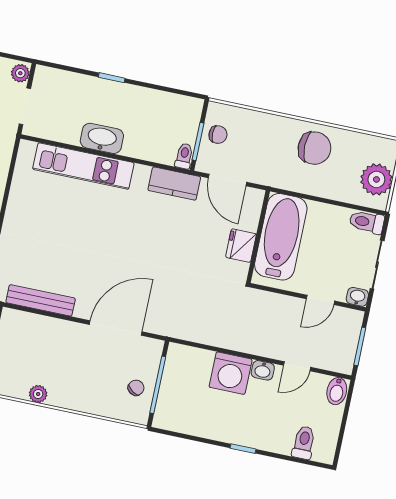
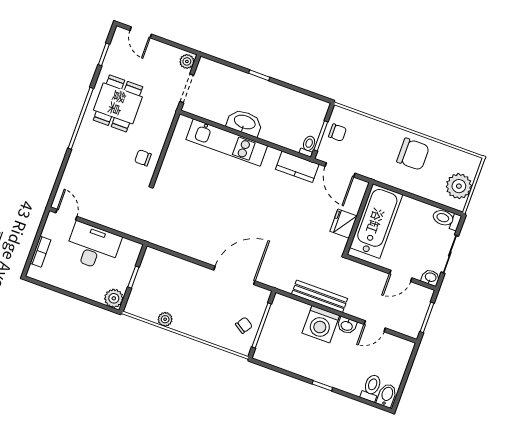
bench: (41, 300) -> (320, 296), moved
bidet: (337, 391) -> (387, 395), moved, turned 180

